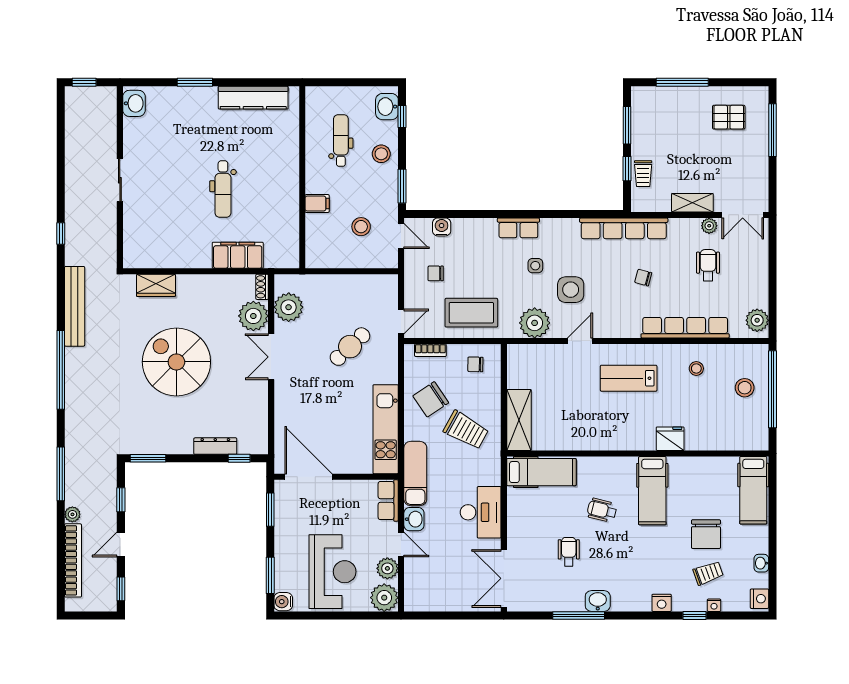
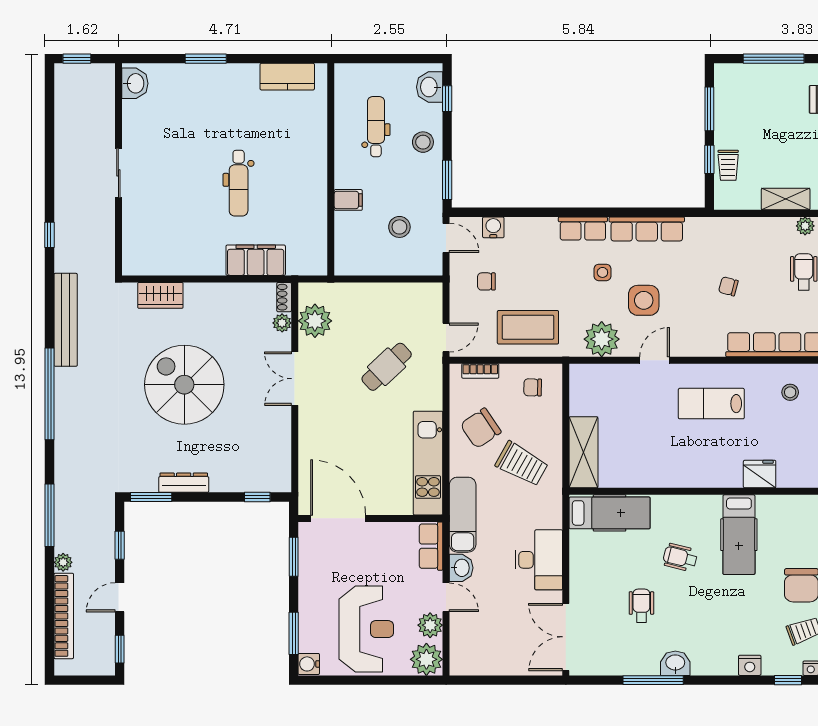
kitchen counter: (253, 98) -> (287, 77), width x0.67
row of seats: (624, 228) -> (647, 229), moved, width x0.73
plant: (253, 316) -> (282, 323), width x0.53, depth x0.53
dresser: (215, 446) -> (184, 483), moved

